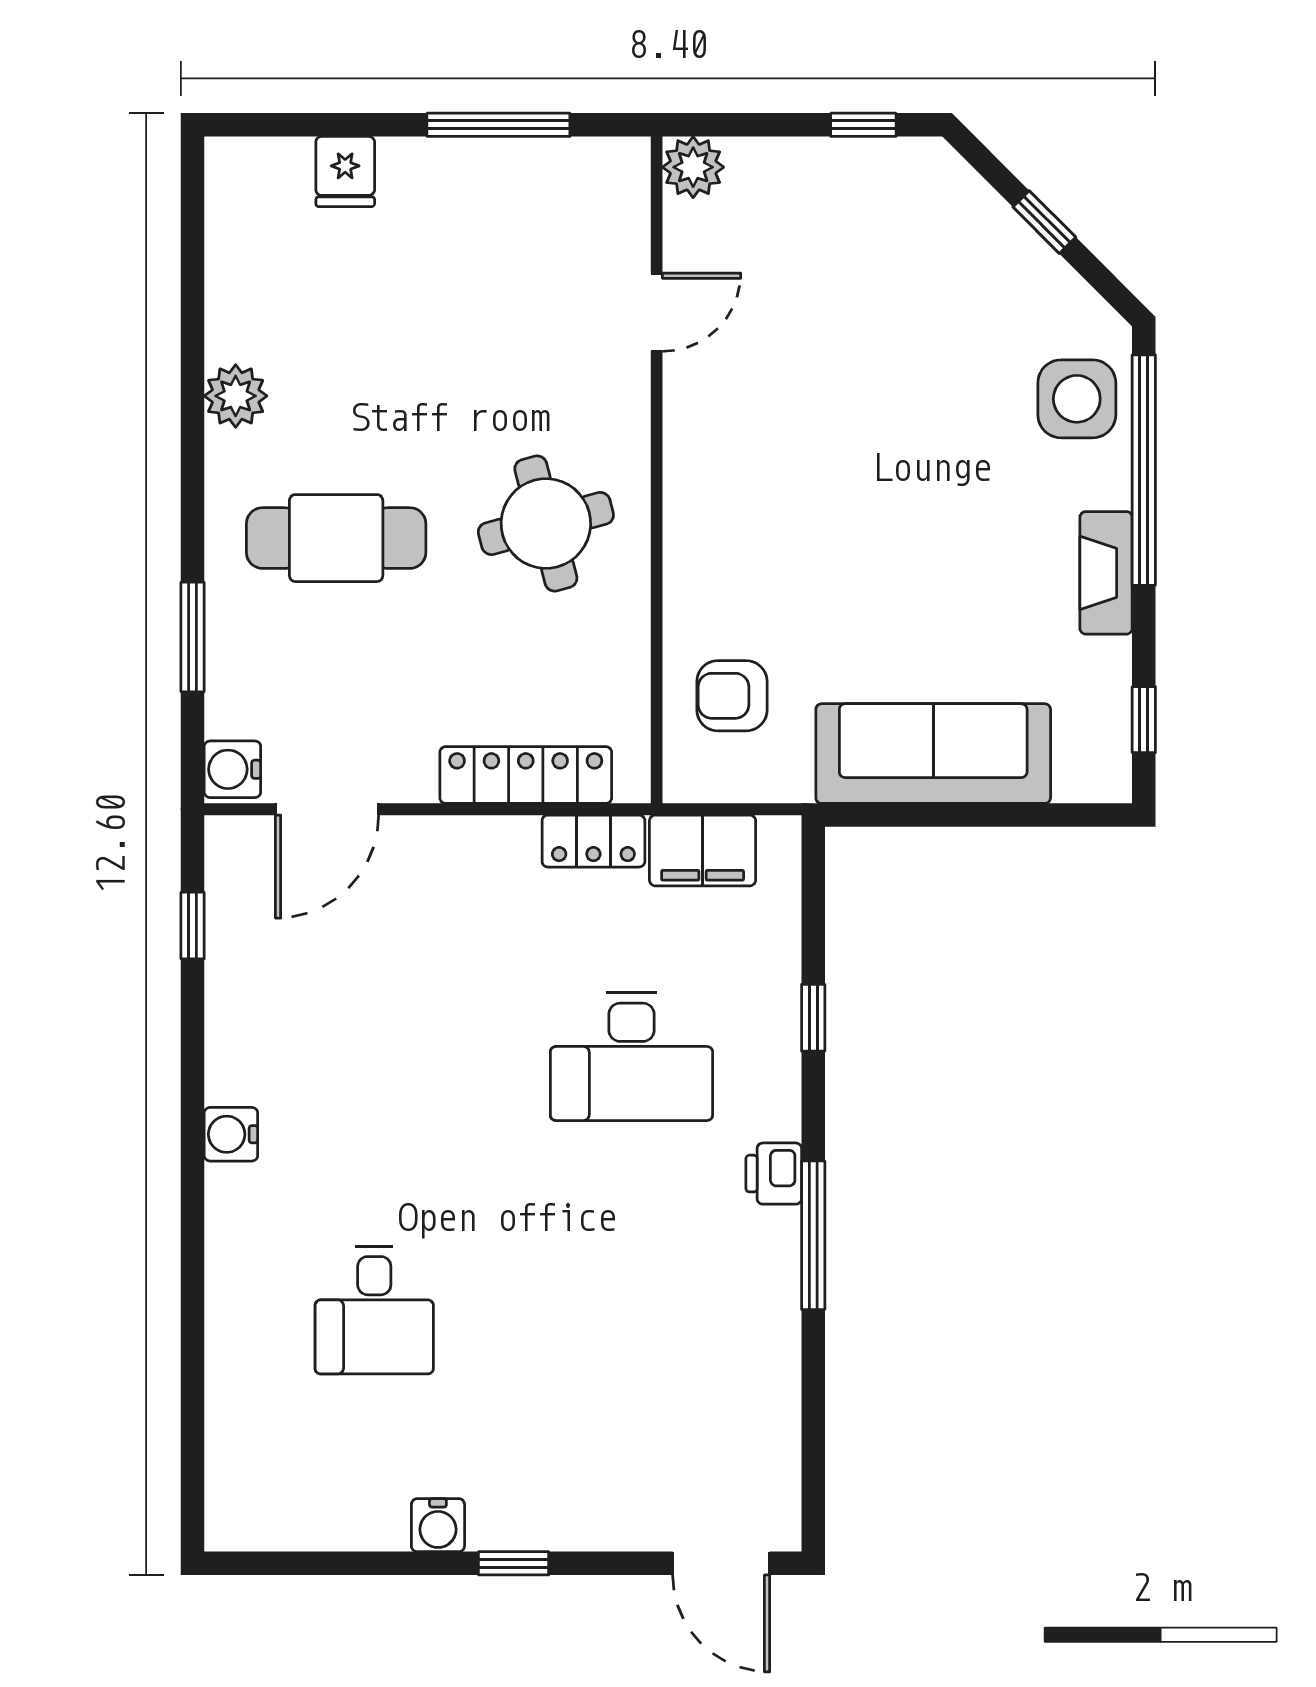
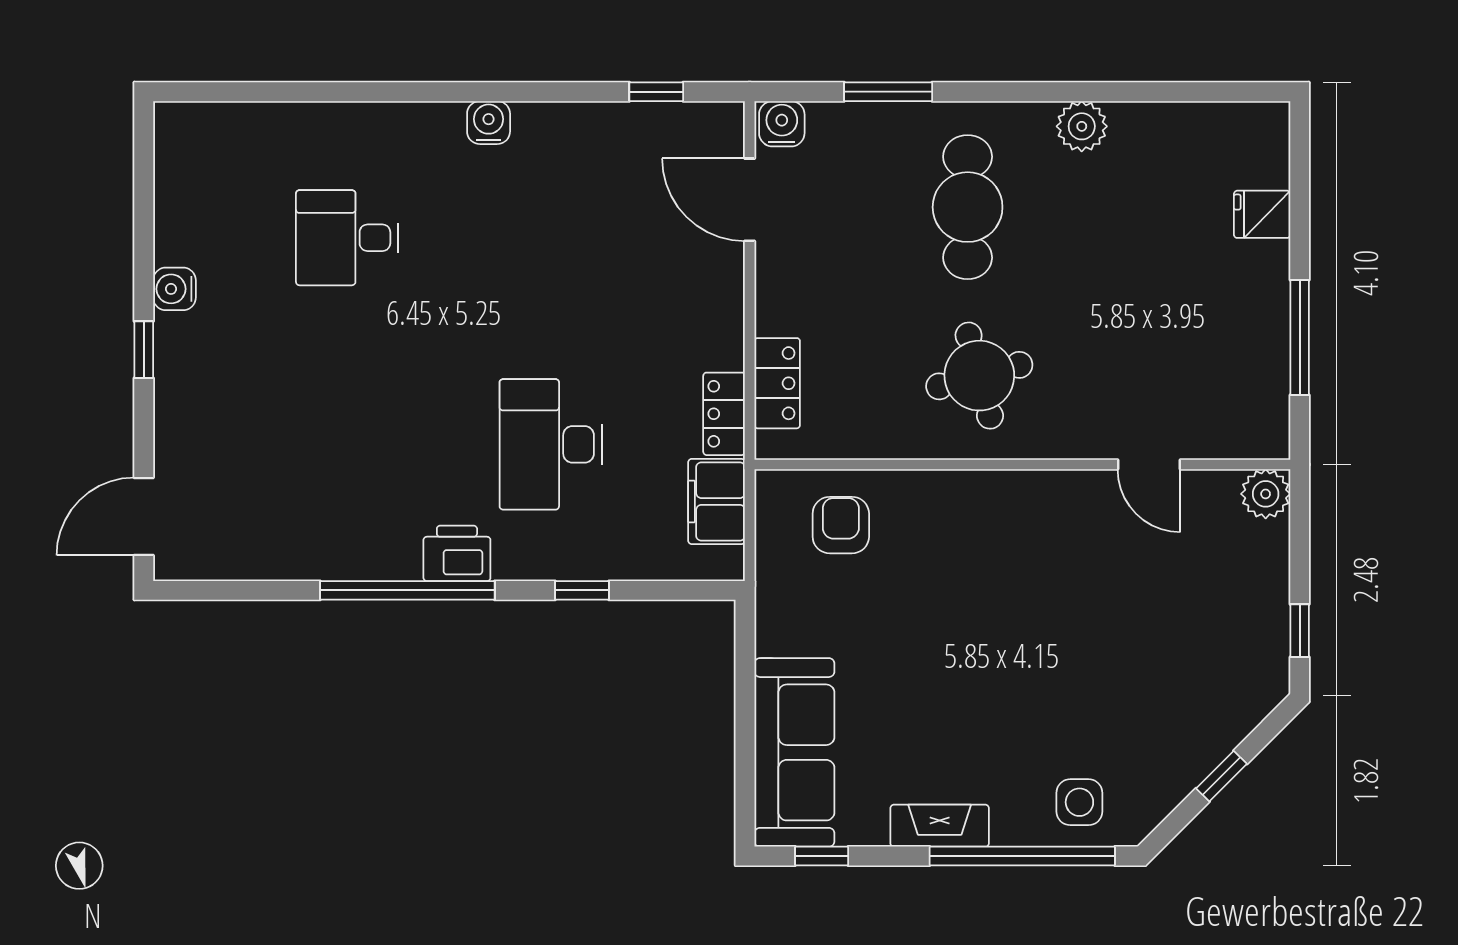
side table: (1077, 399) -> (1079, 802), width x0.73, depth x0.73
sofa: (933, 754) -> (794, 752), moved
locker: (526, 775) -> (777, 383), width x0.66
printer: (774, 1174) -> (457, 553), width x1.36, depth x1.24
window: (813, 1235) -> (407, 590), width x1.46

